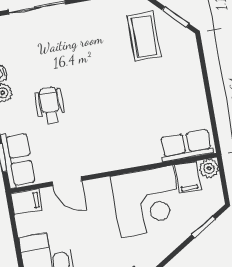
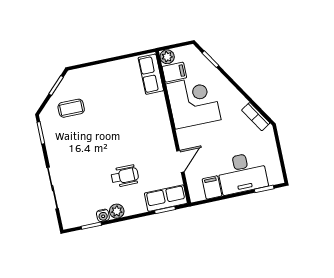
coffee table: (144, 36) -> (71, 108), width x0.73, depth x0.77
wheelchair: (50, 105) -> (125, 176), turned 180
filing cabinet: (26, 202) -> (212, 187), moved

